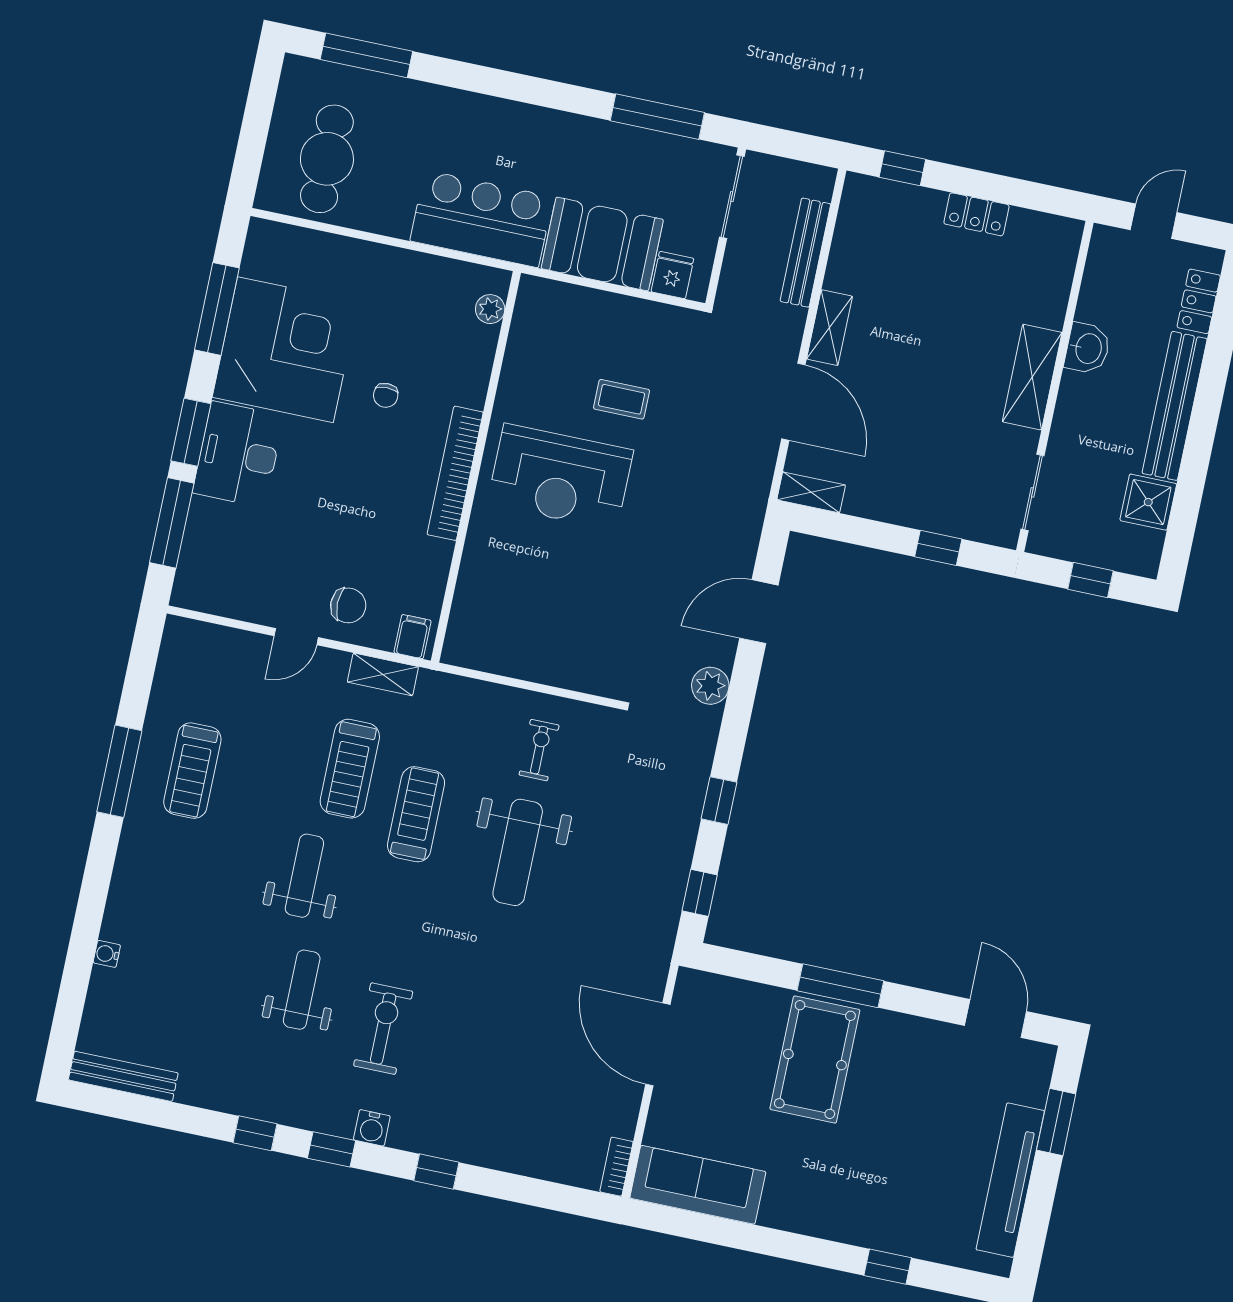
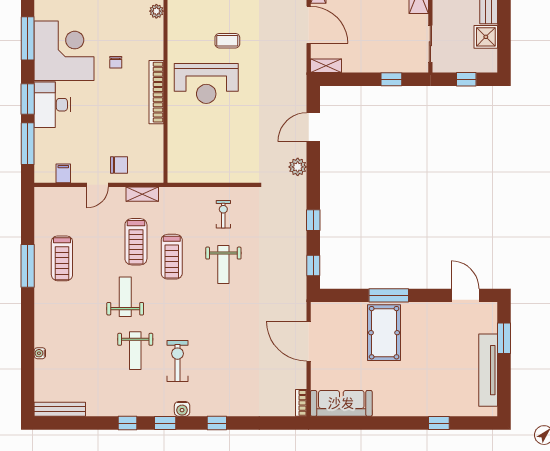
filing cabinet: (413, 637) -> (63, 173), moved
treadmill: (416, 814) -> (172, 257), turned 180
weight bench: (518, 852) -> (223, 265), width x0.73, depth x0.75
weight bench: (302, 990) -> (135, 351), turned 180

